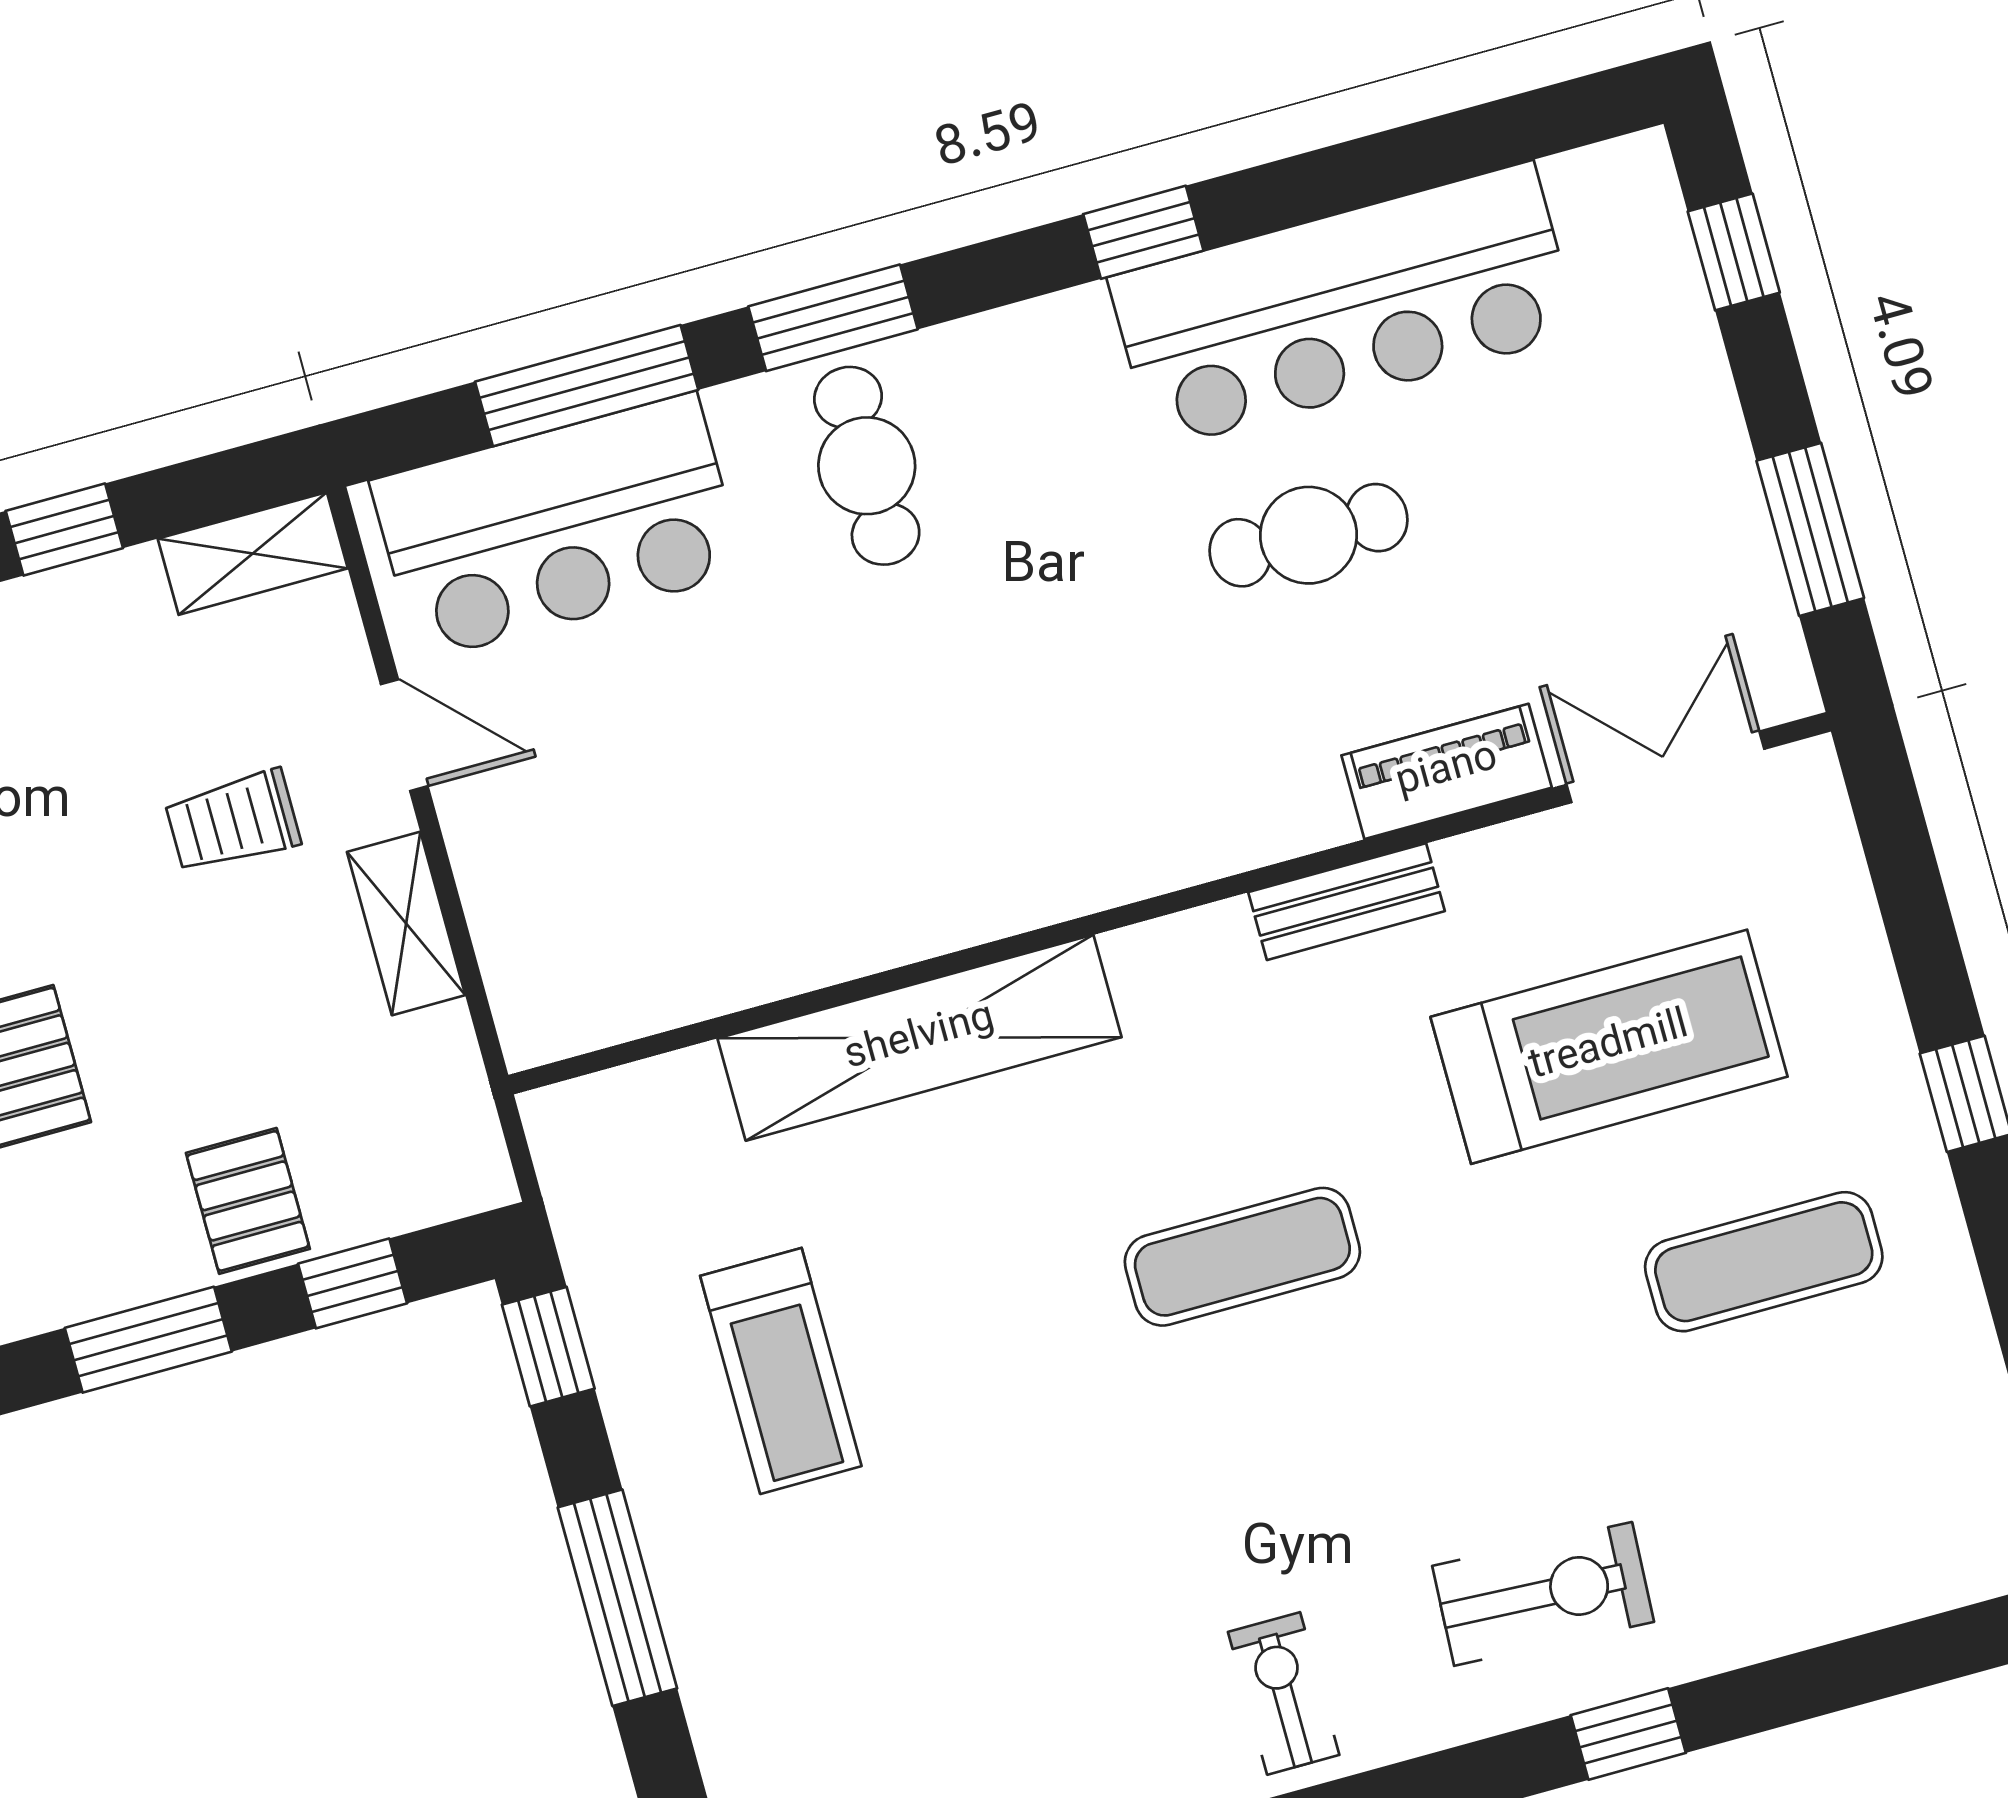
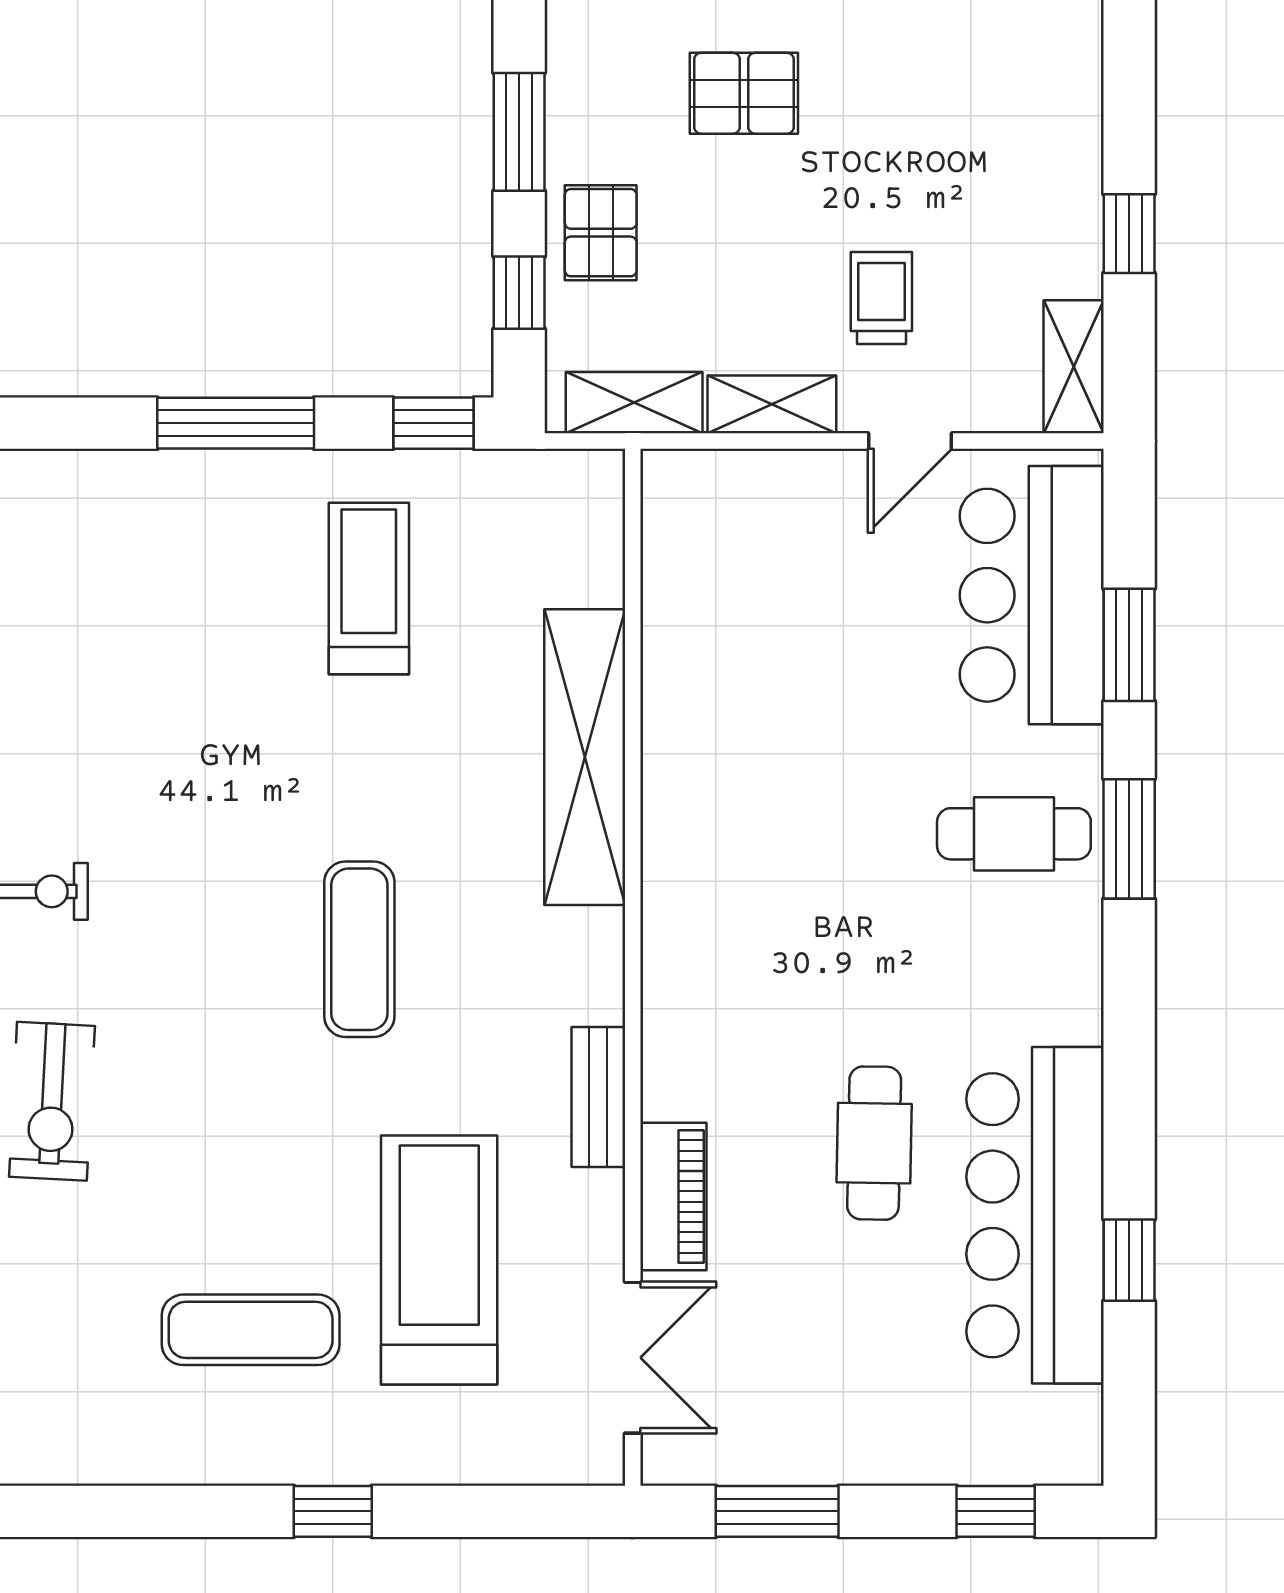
window: (1143, 232) -> (1129, 1260), moved
window: (587, 386) -> (1129, 645), width x0.69
treadmill: (1609, 1047) -> (439, 1260), turned 180
shelving: (452, 1099) -> (634, 403), added
pallet: (248, 1201) -> (601, 233), turned 90
exercise mat: (1764, 1262) -> (251, 1330), turned 90
treadmill: (781, 1371) -> (369, 588), turned 90

